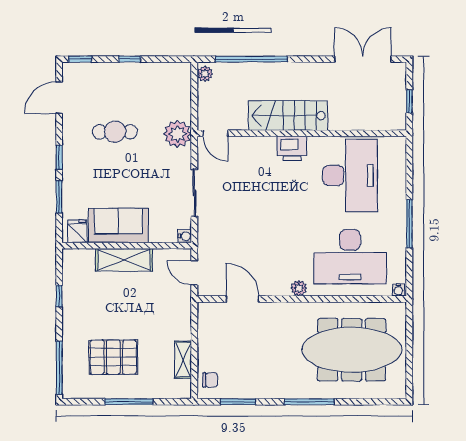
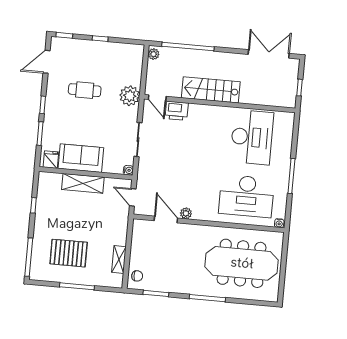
printer: (292, 149) -> (177, 111), moved
plant: (299, 288) -> (186, 213), moved

